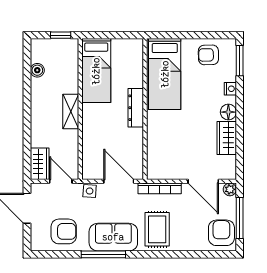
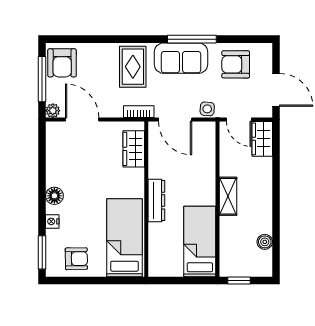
wardrobe: (227, 138) -> (134, 149), moved, turned 180
bookcase: (160, 188) -> (139, 112), width x0.64

